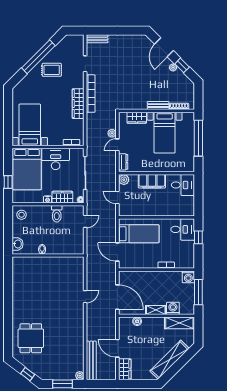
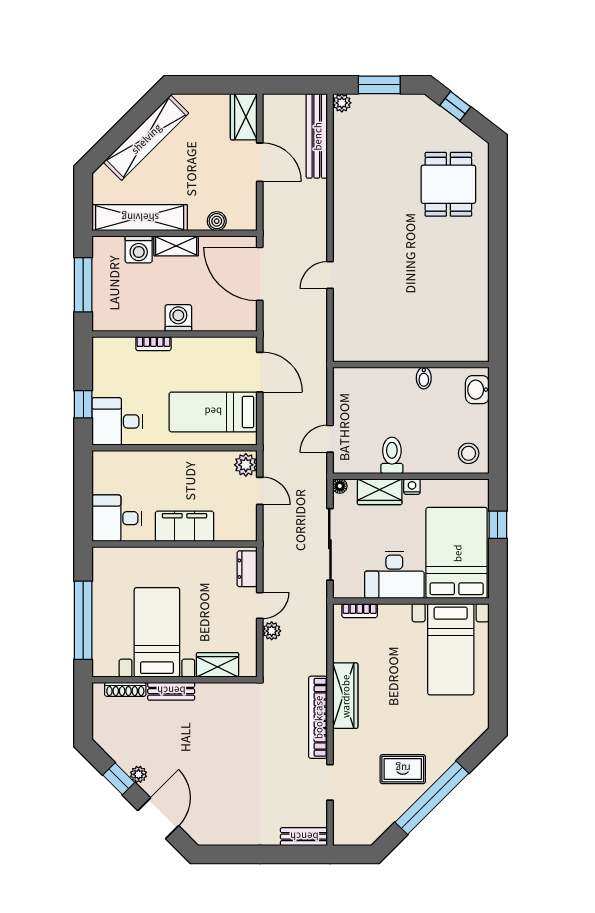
plant: (124, 180) -> (246, 465), moved
washing machine: (188, 277) -> (178, 318), moved
shelving: (179, 323) -> (140, 218), width x1.47

